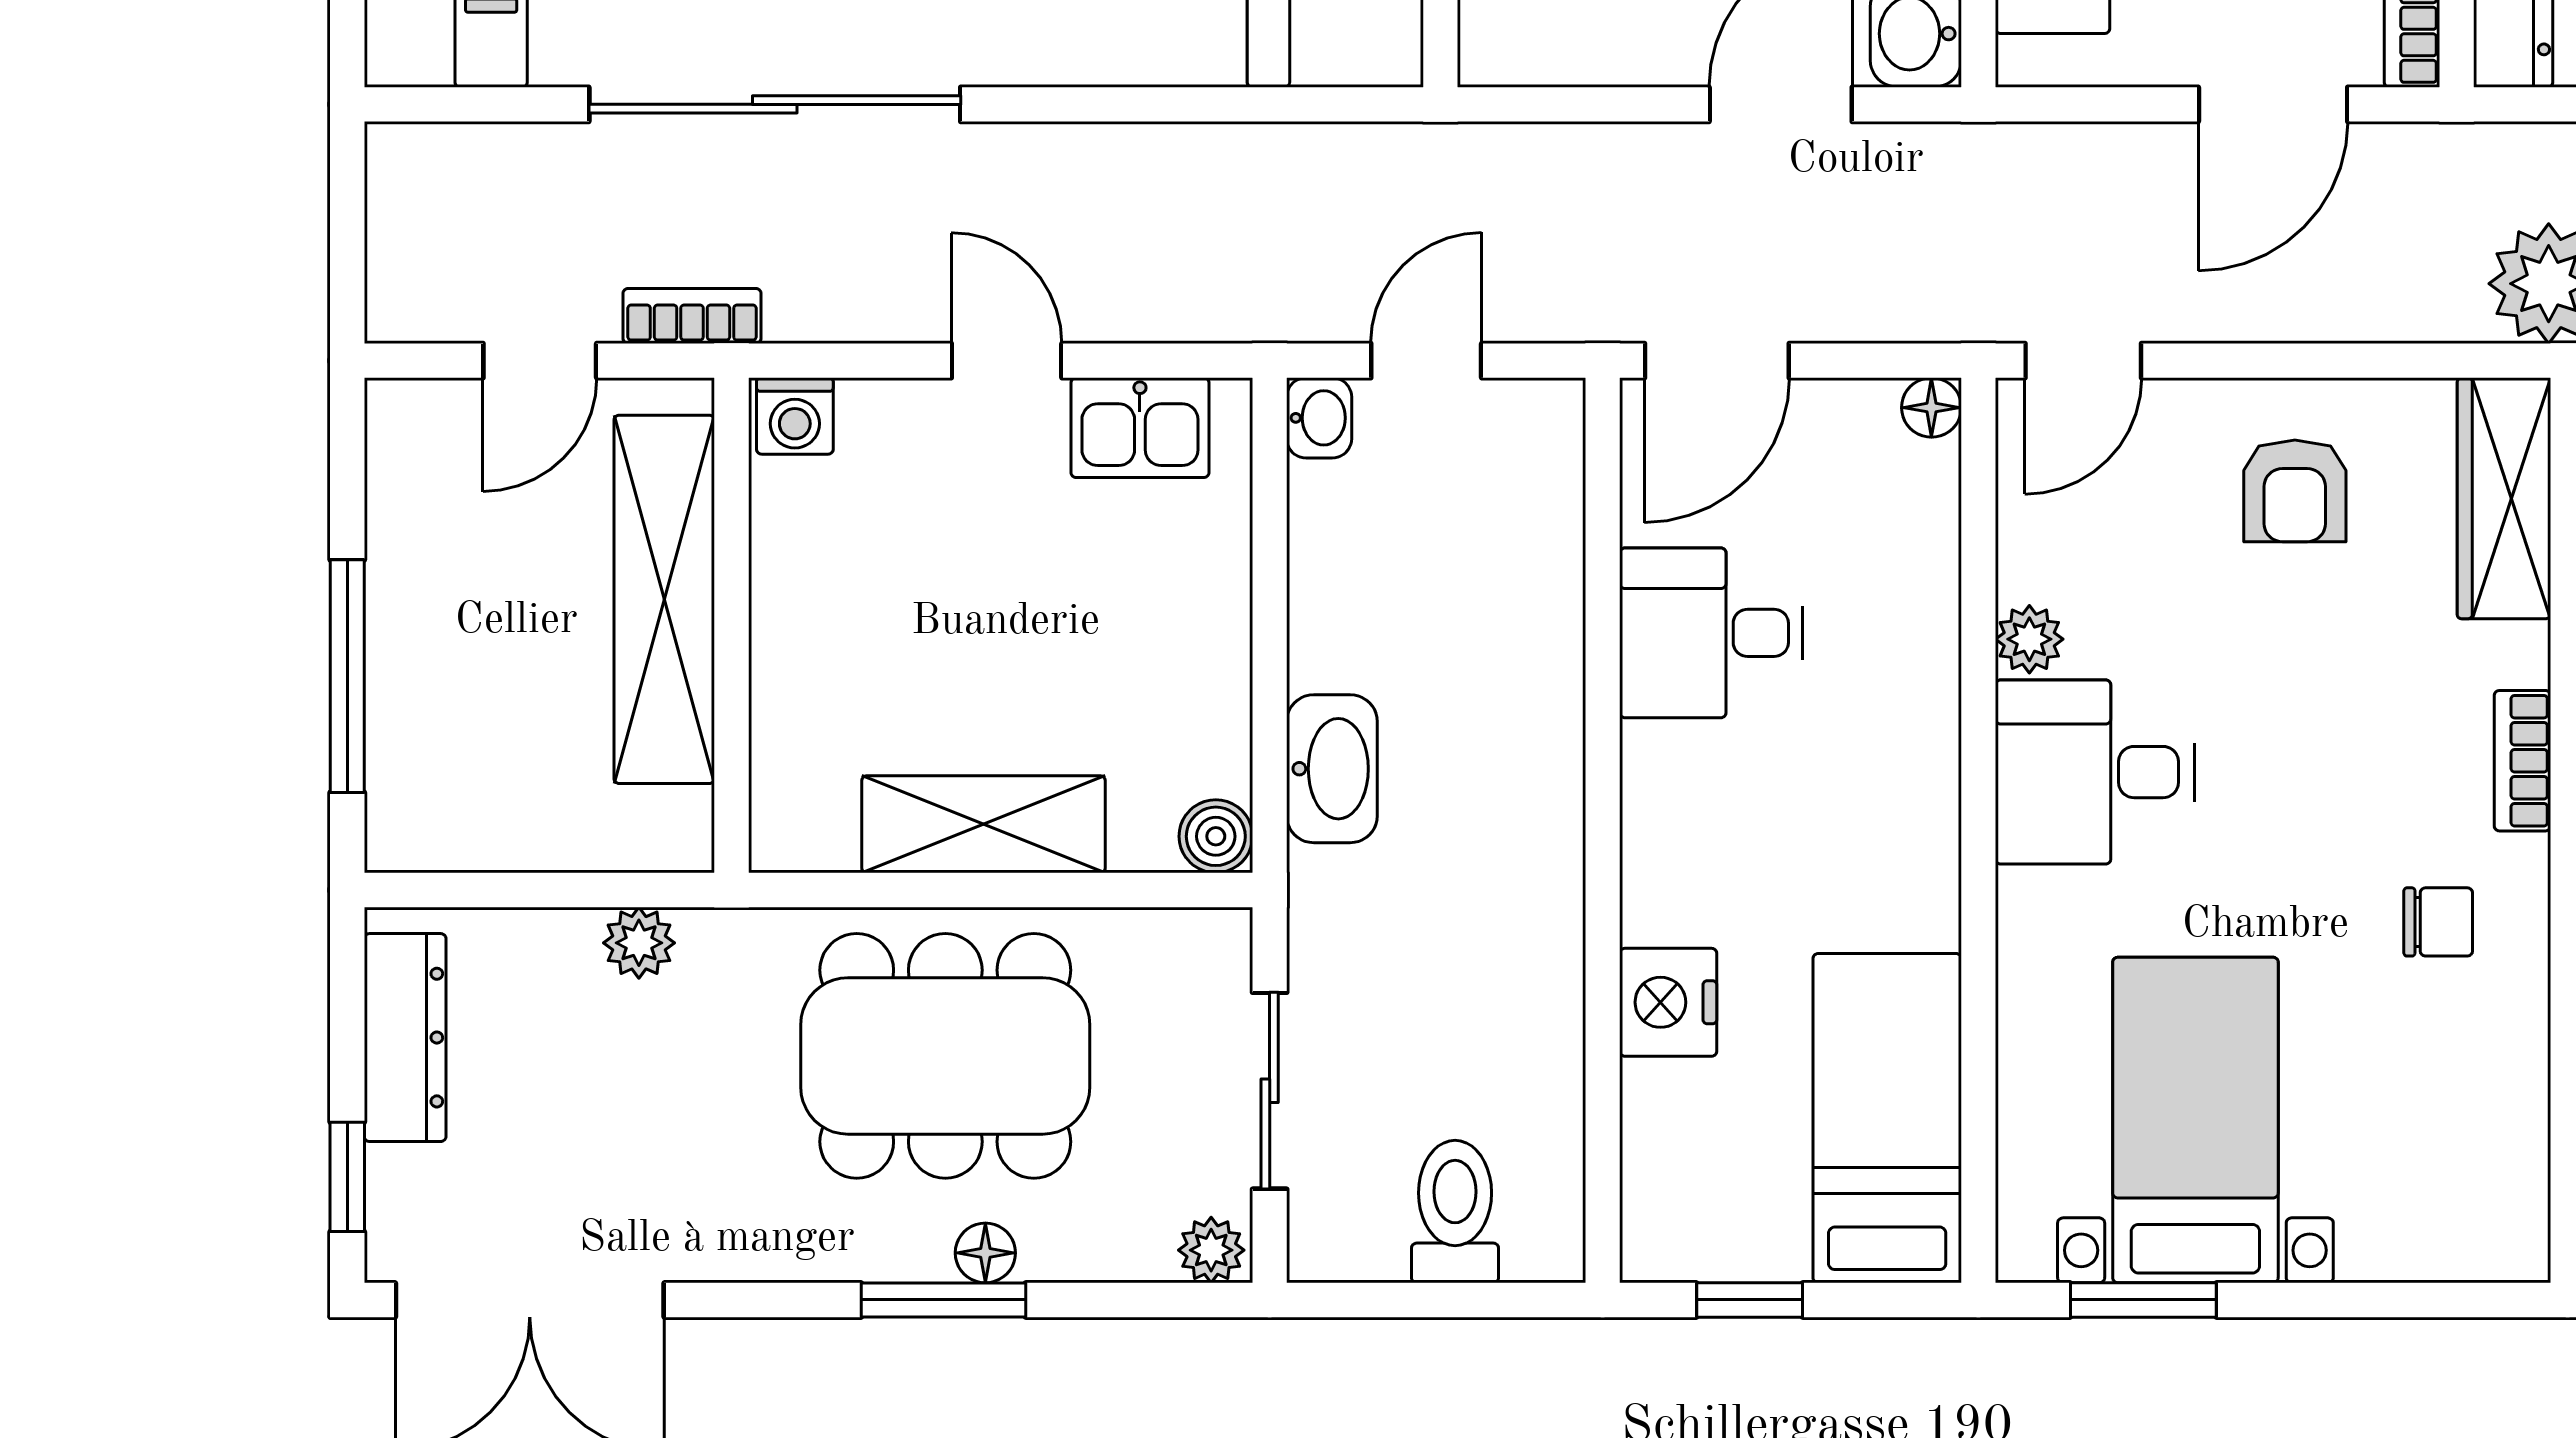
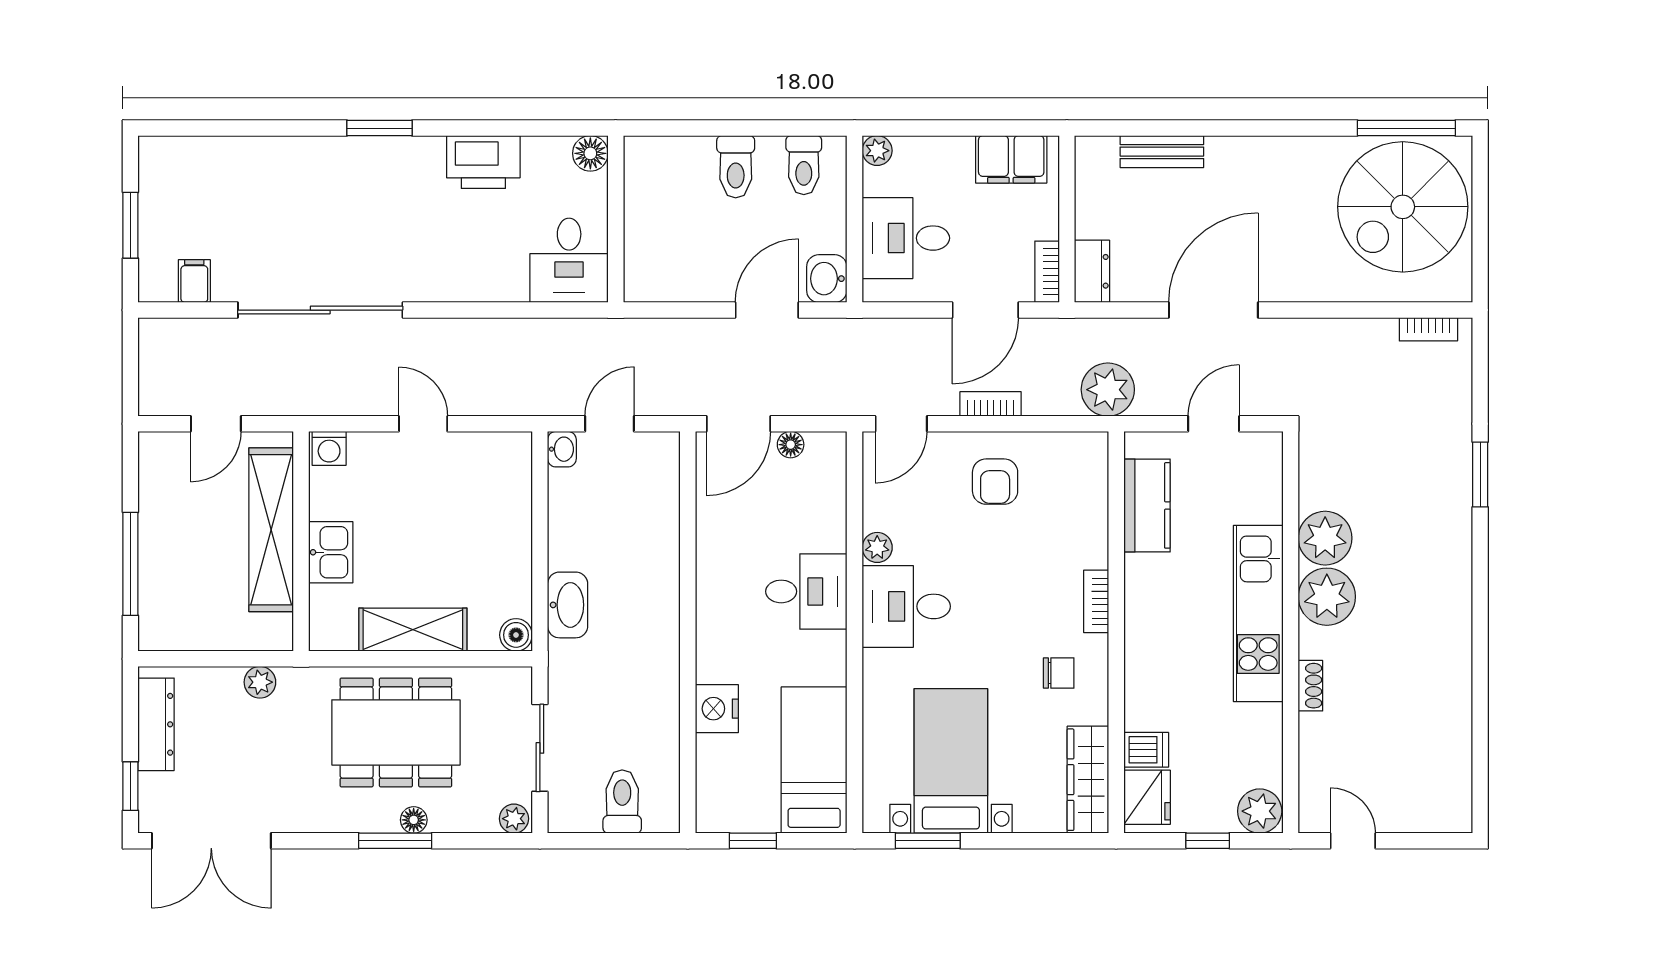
bookcase: (692, 316) -> (991, 404), moved
floor lamp: (1931, 408) -> (791, 445), moved
kitchen sink: (1140, 428) -> (331, 552), moved, turned -90
wardrobe: (2504, 498) -> (1088, 780), moved
desk: (1711, 633) -> (806, 591), moved, turned 180

